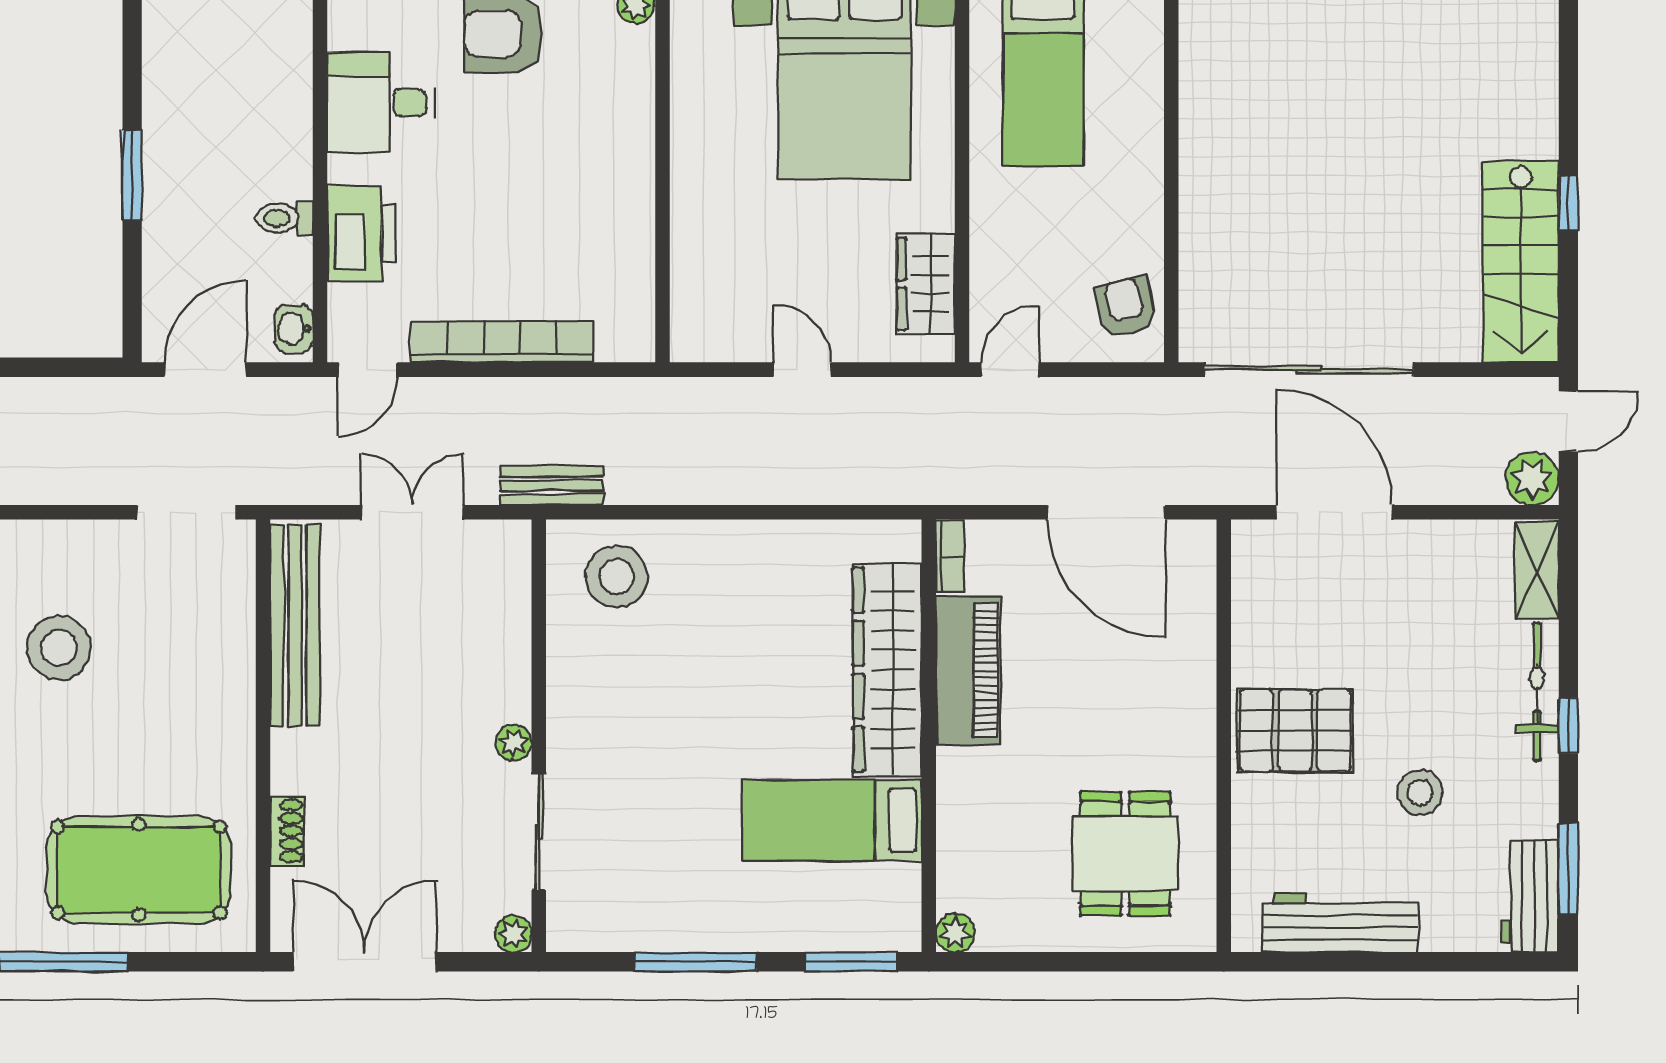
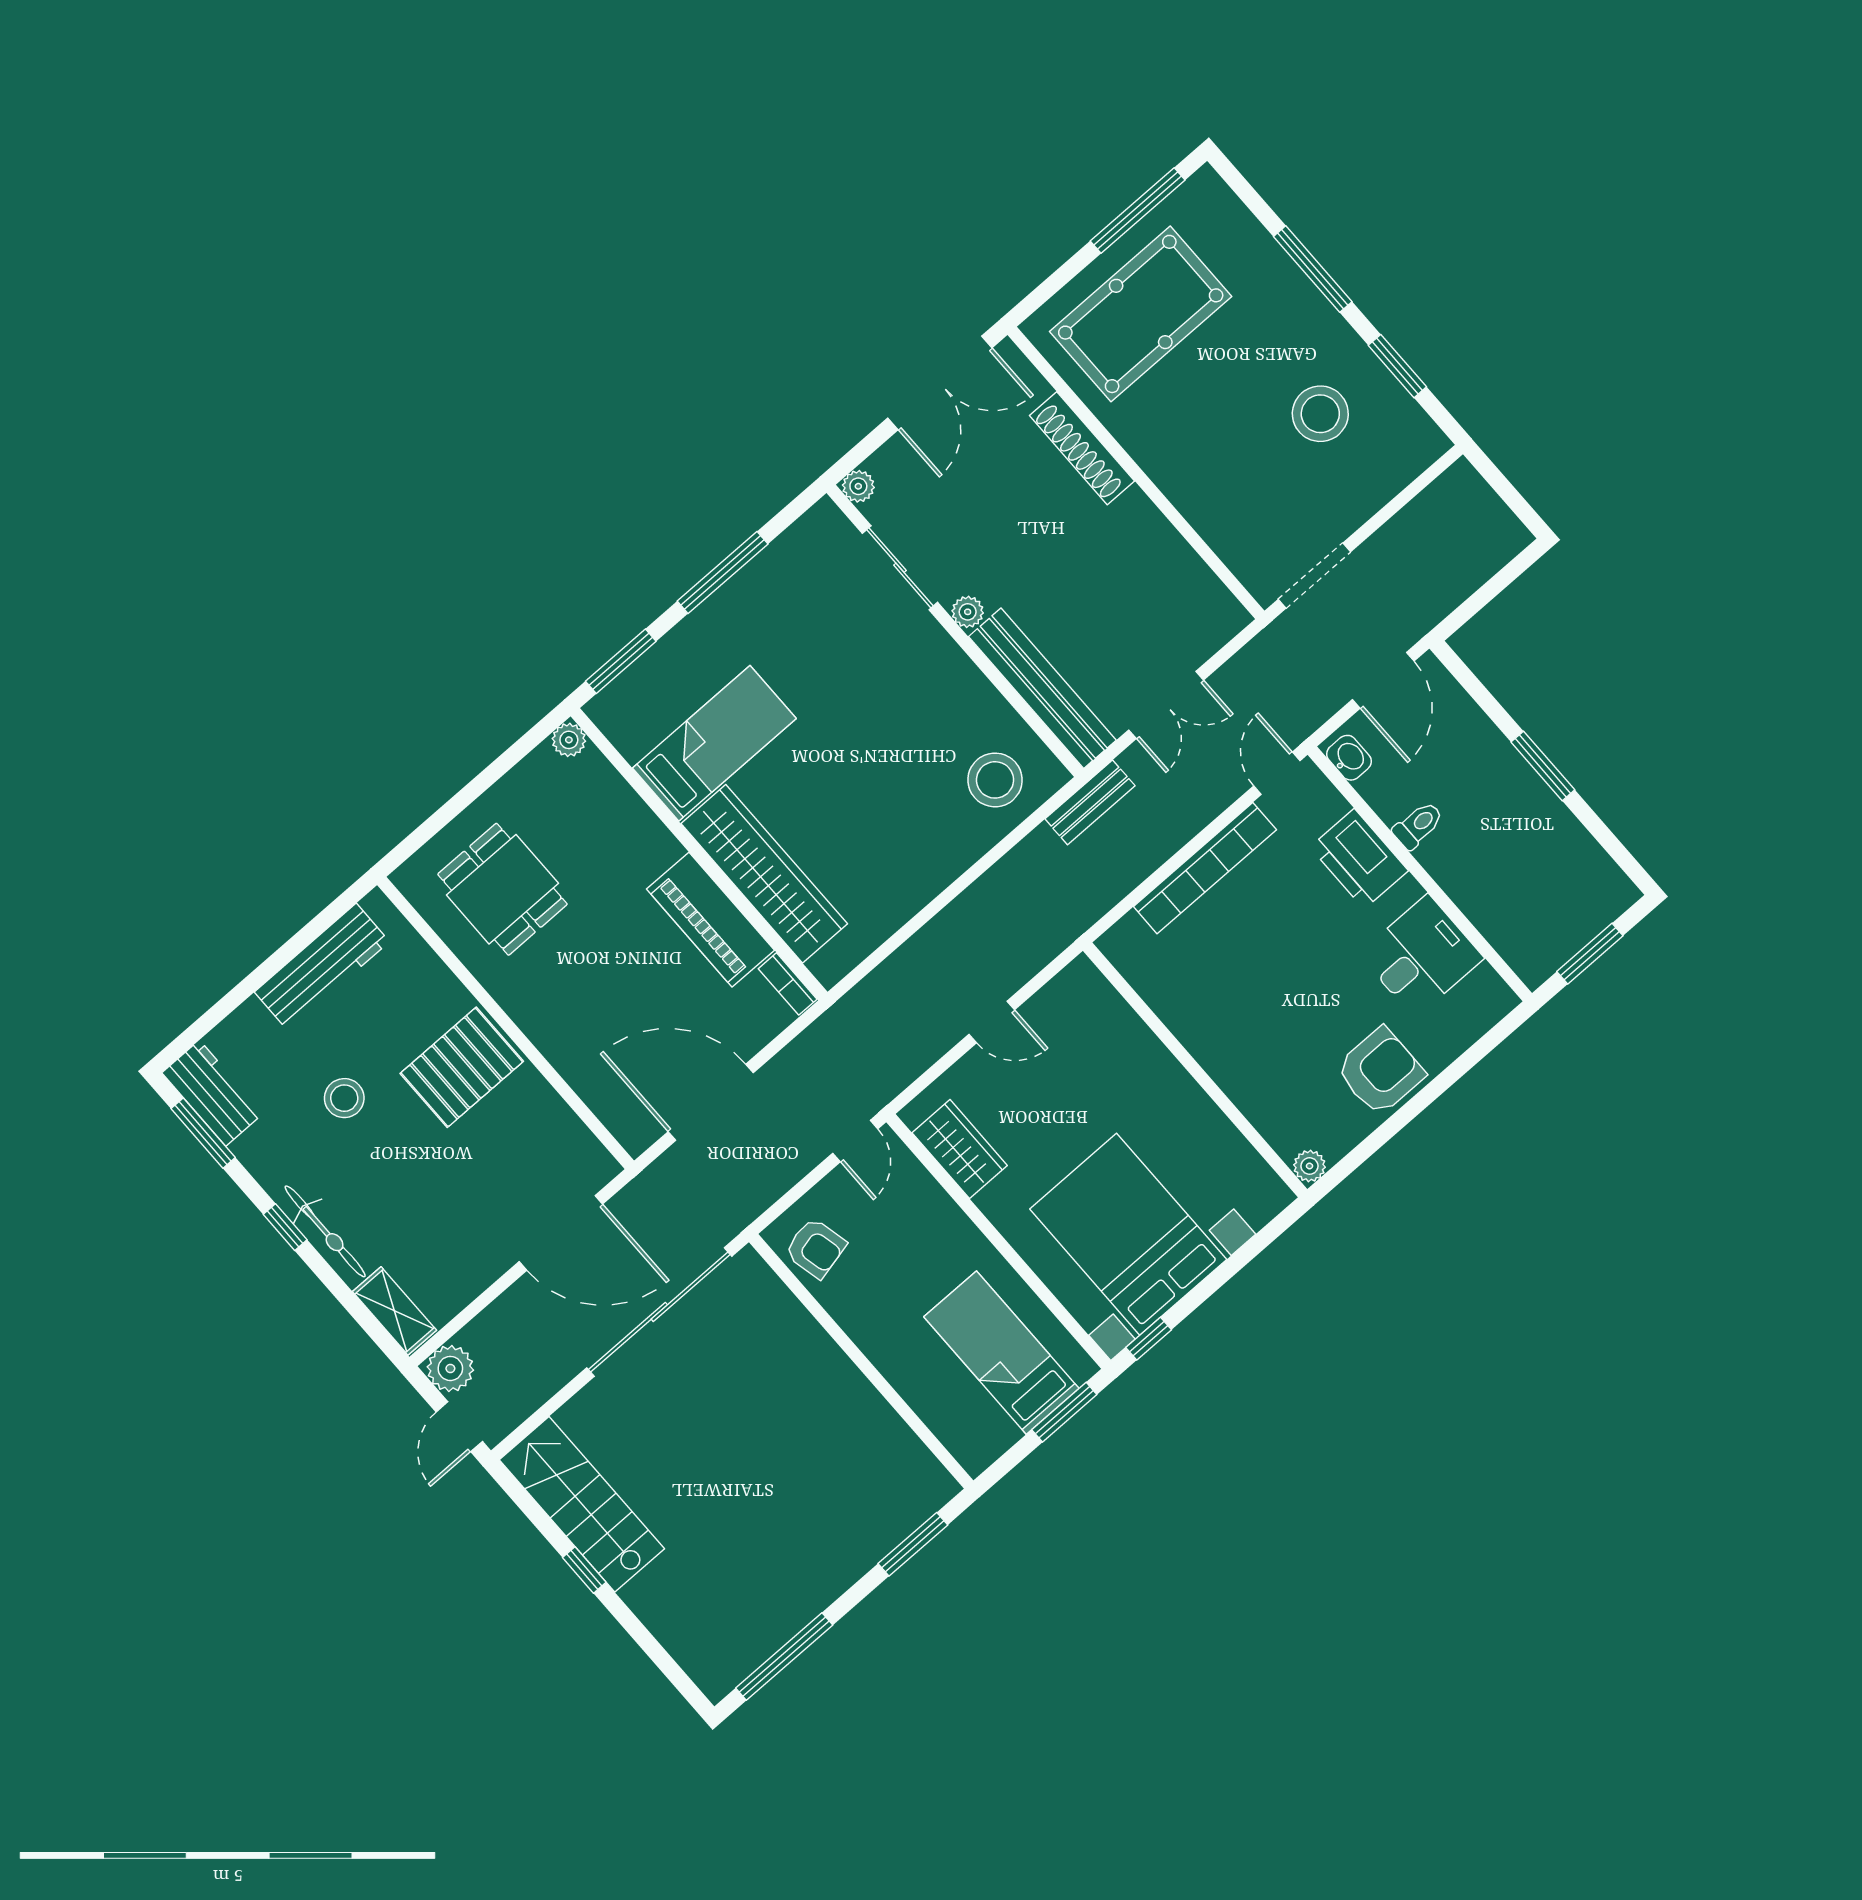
bench: (295, 625) -> (1042, 688), moved
shoe rack: (287, 831) -> (1082, 448), width x1.94, depth x1.24

